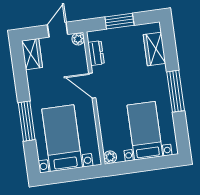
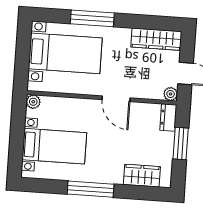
dresser: (96, 53) -> (168, 117), moved, turned 90
wardrobe: (32, 54) -> (156, 39), width x1.50
door: (92, 86) -> (116, 99), swing flipped

